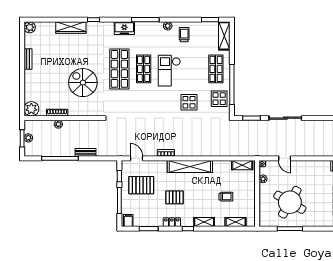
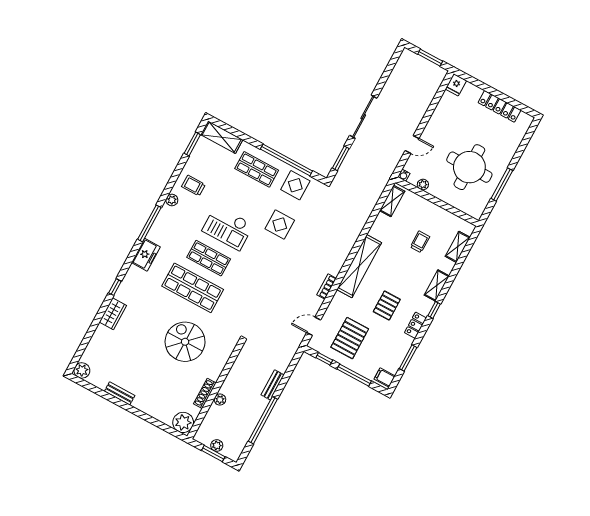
wardrobe: (71, 28) -> (113, 314), width x0.67
spiral stairs: (83, 83) -> (185, 342), turned 90
round table: (290, 202) -> (469, 167), turned -30

